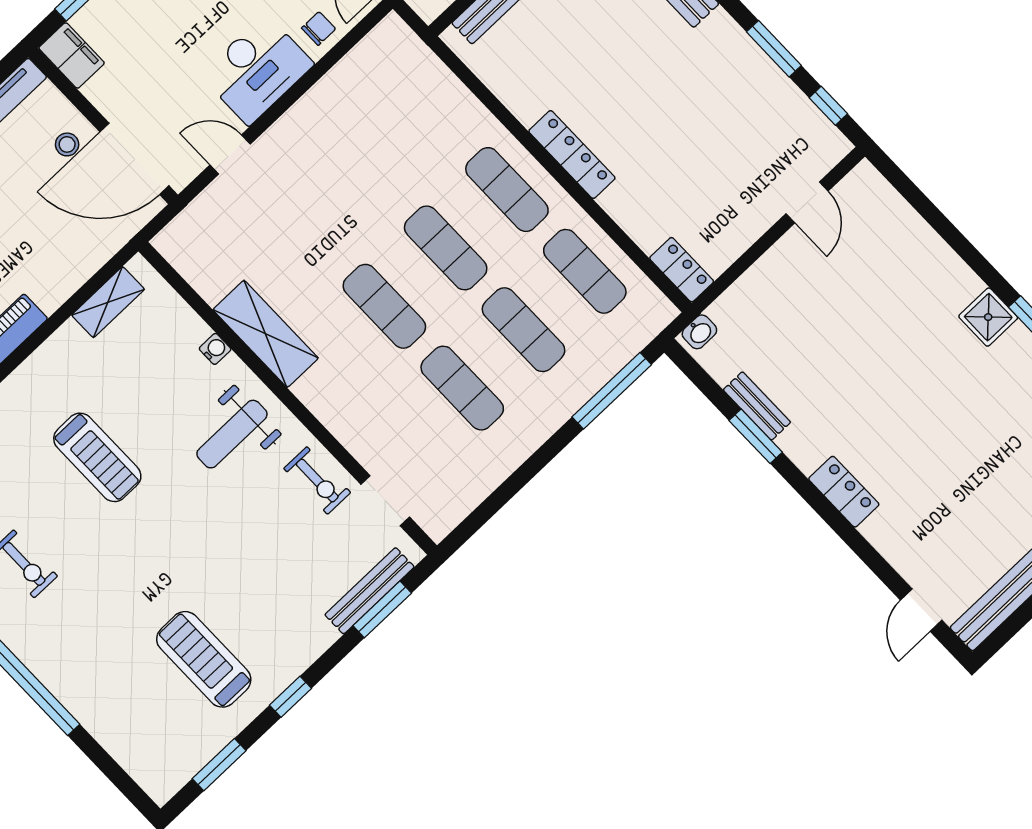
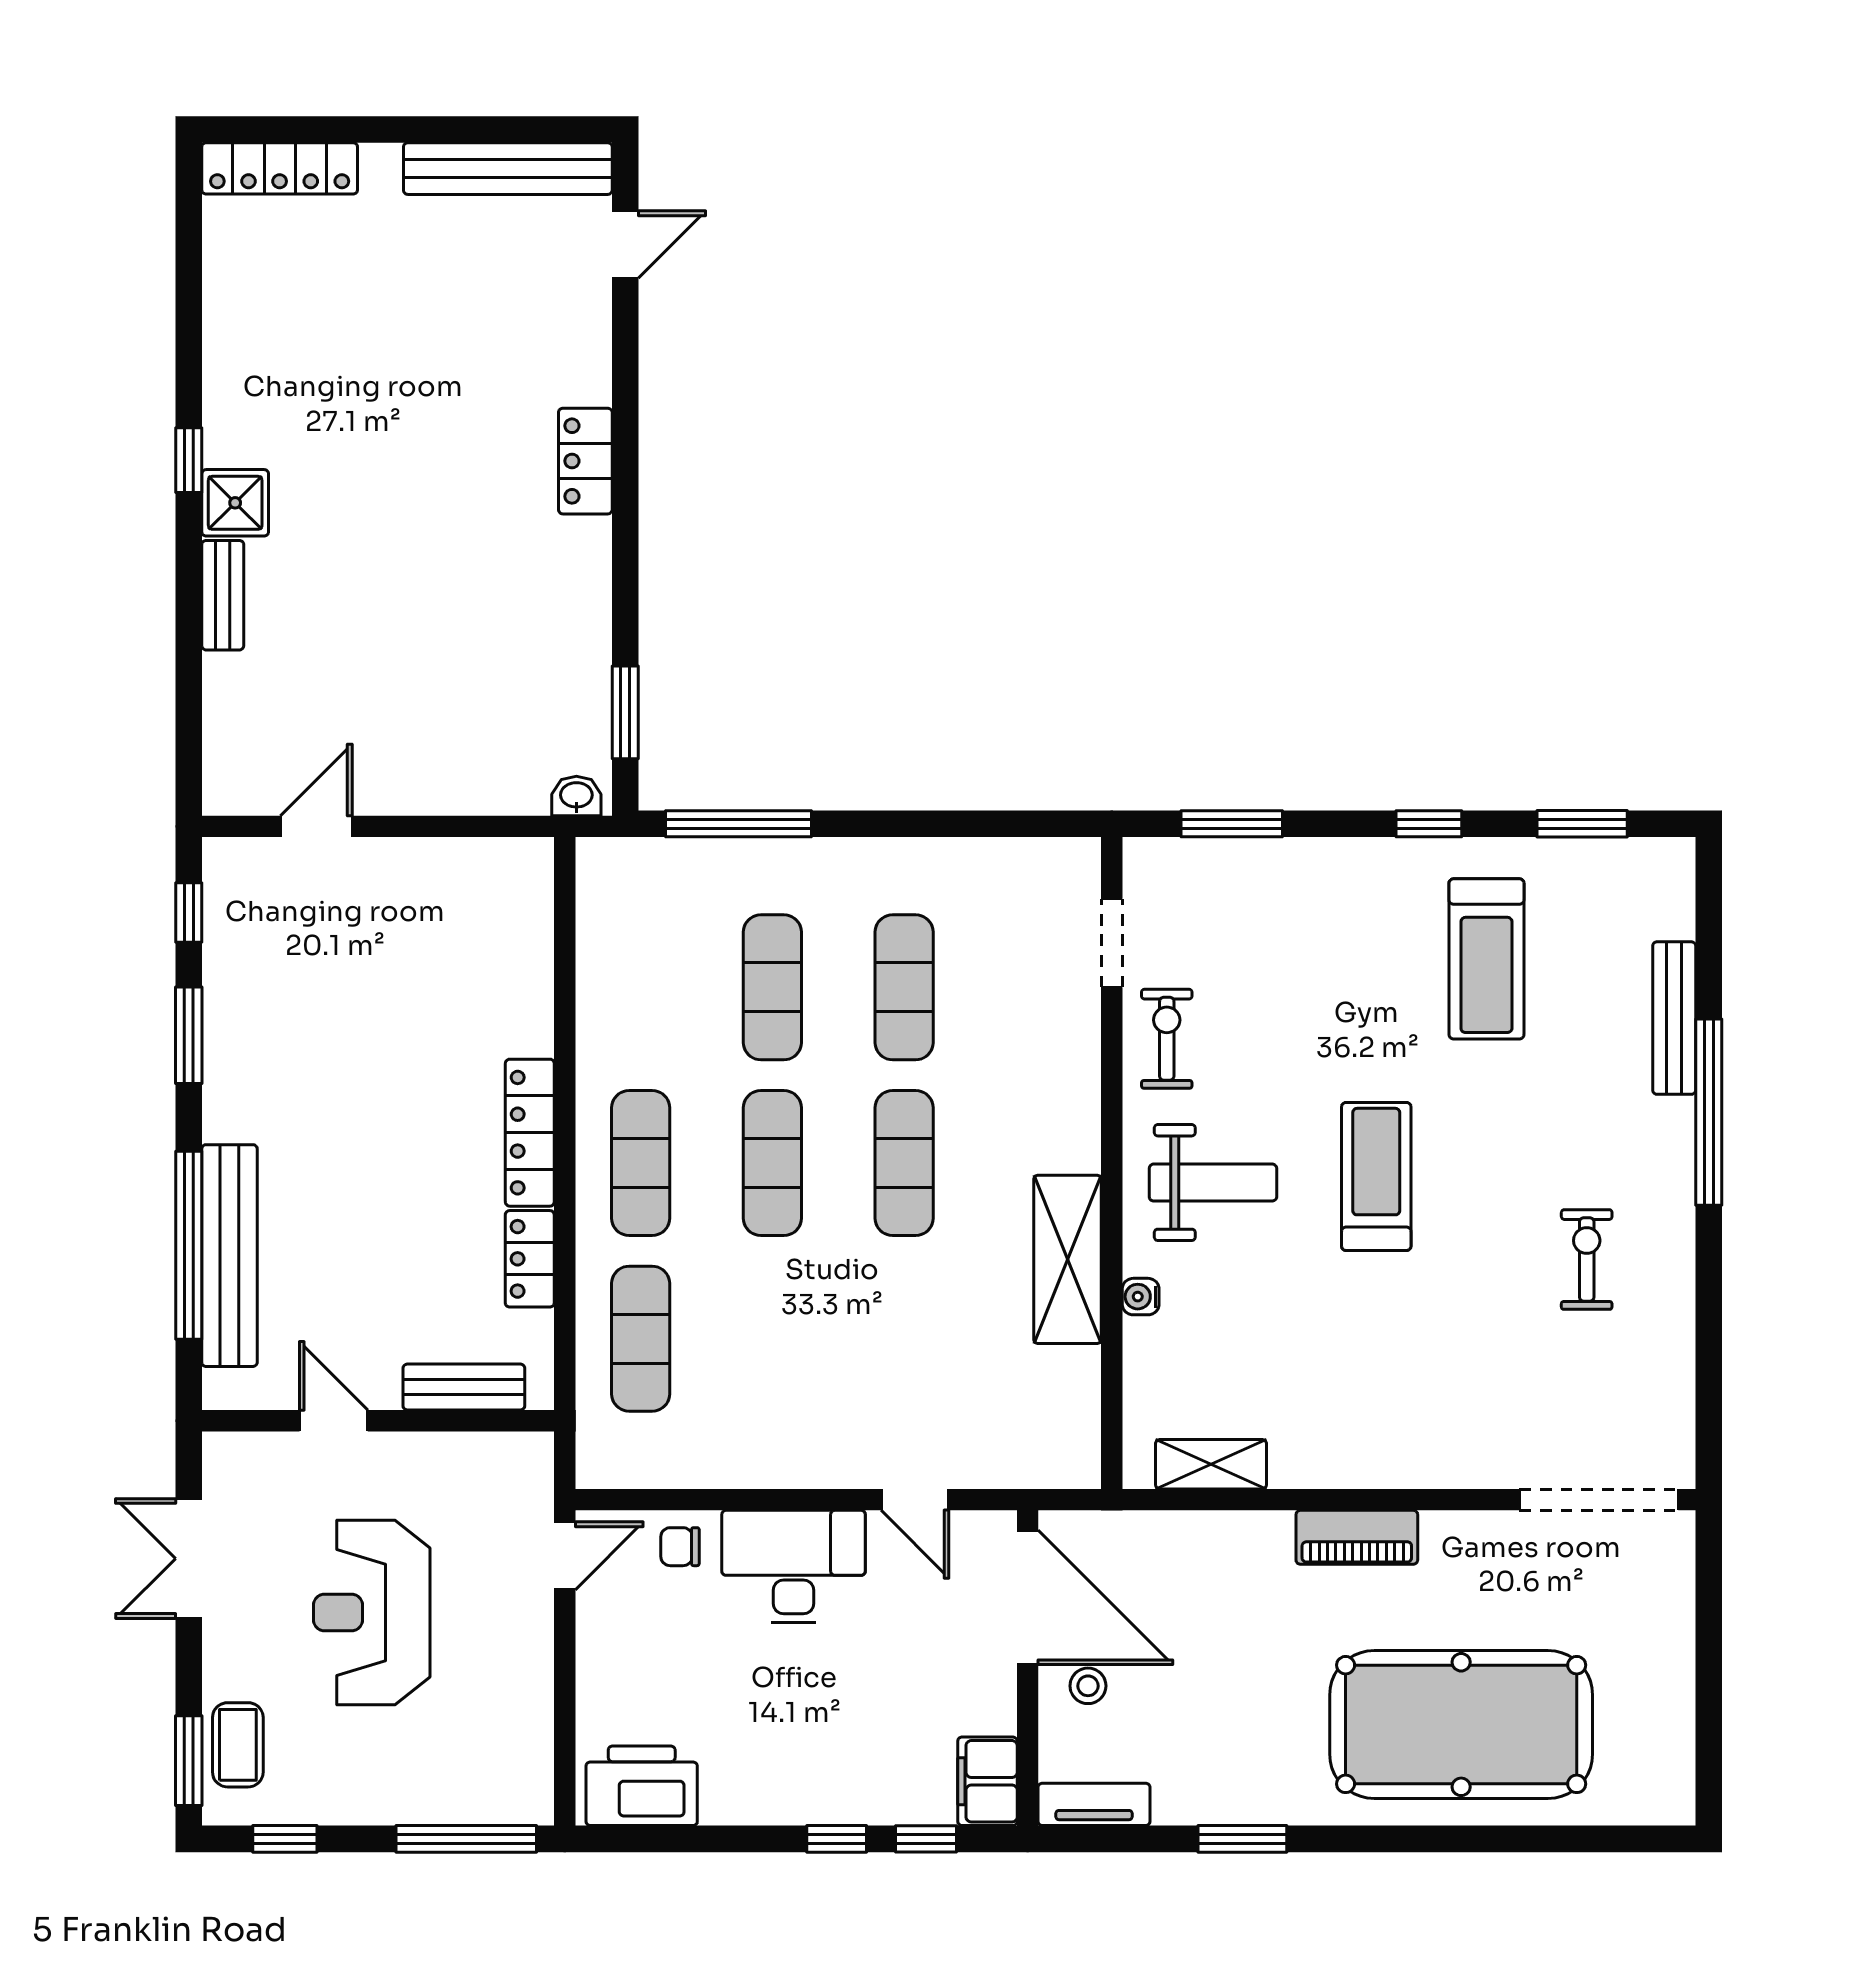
locker: (682, 270) -> (530, 1259), moved
exercise mat: (585, 271) -> (641, 1339), moved
bench: (757, 406) -> (223, 595), moved
window: (756, 436) -> (625, 712), moved
treadmill: (97, 457) -> (1376, 1176), moved
bench: (370, 591) -> (1674, 1018), moved, turned 90

